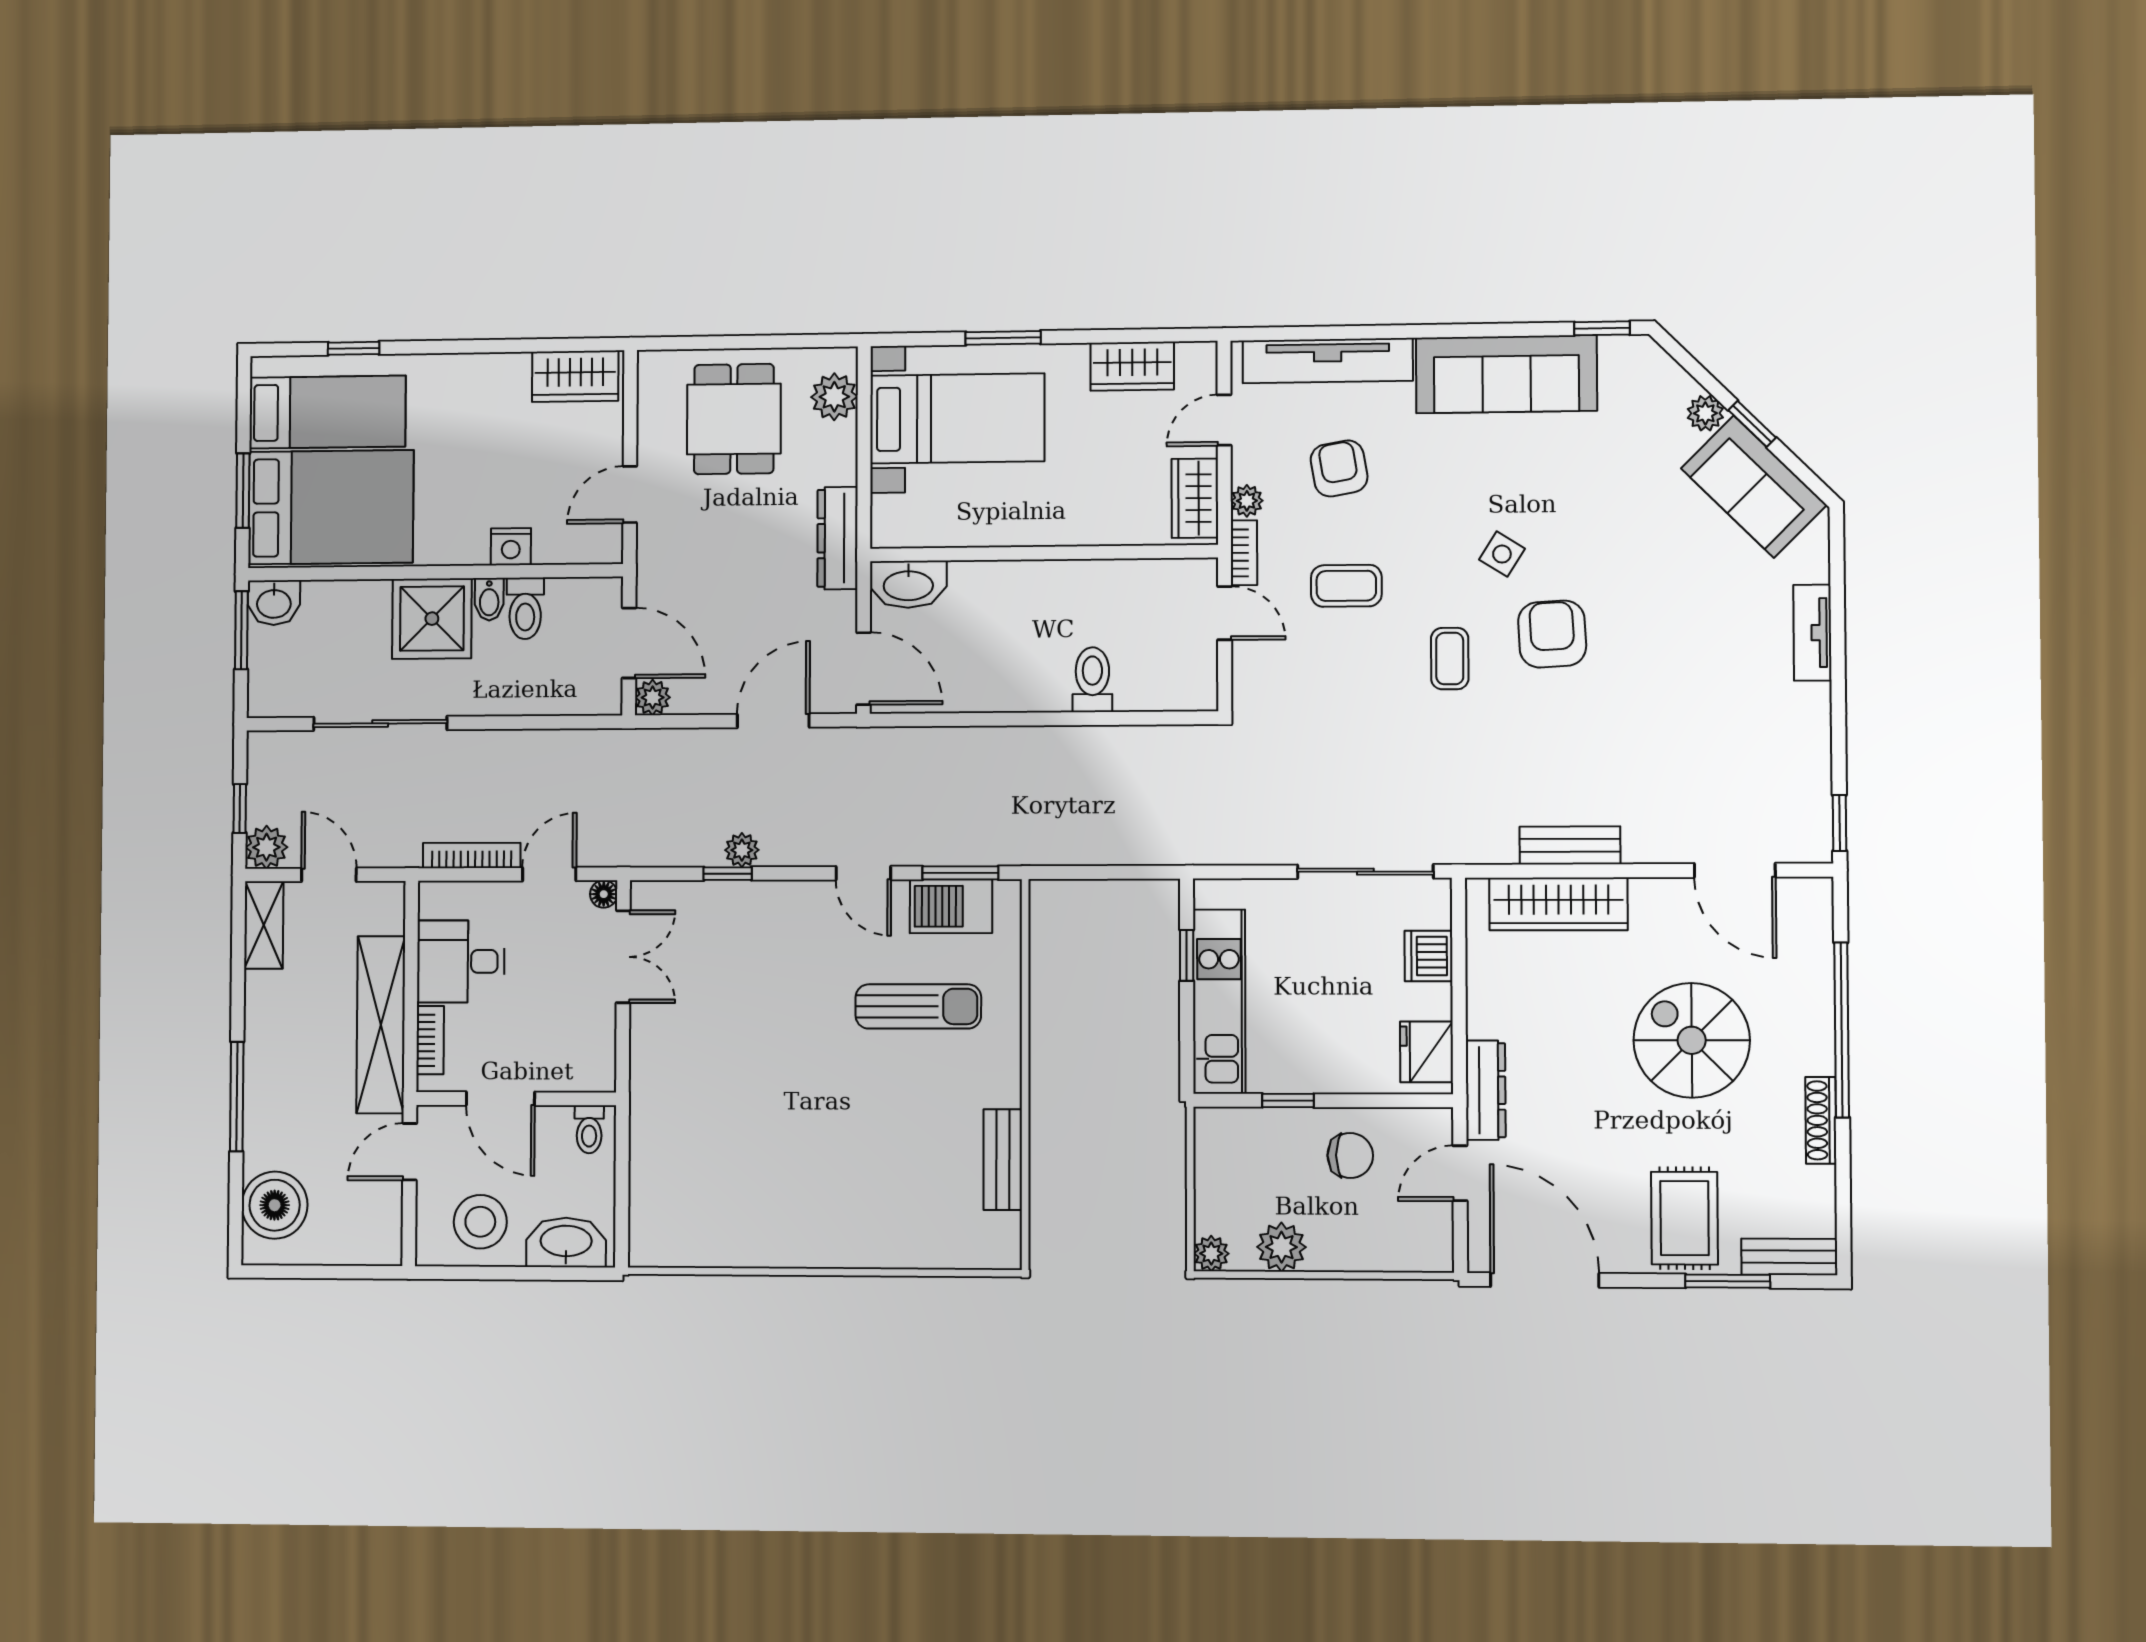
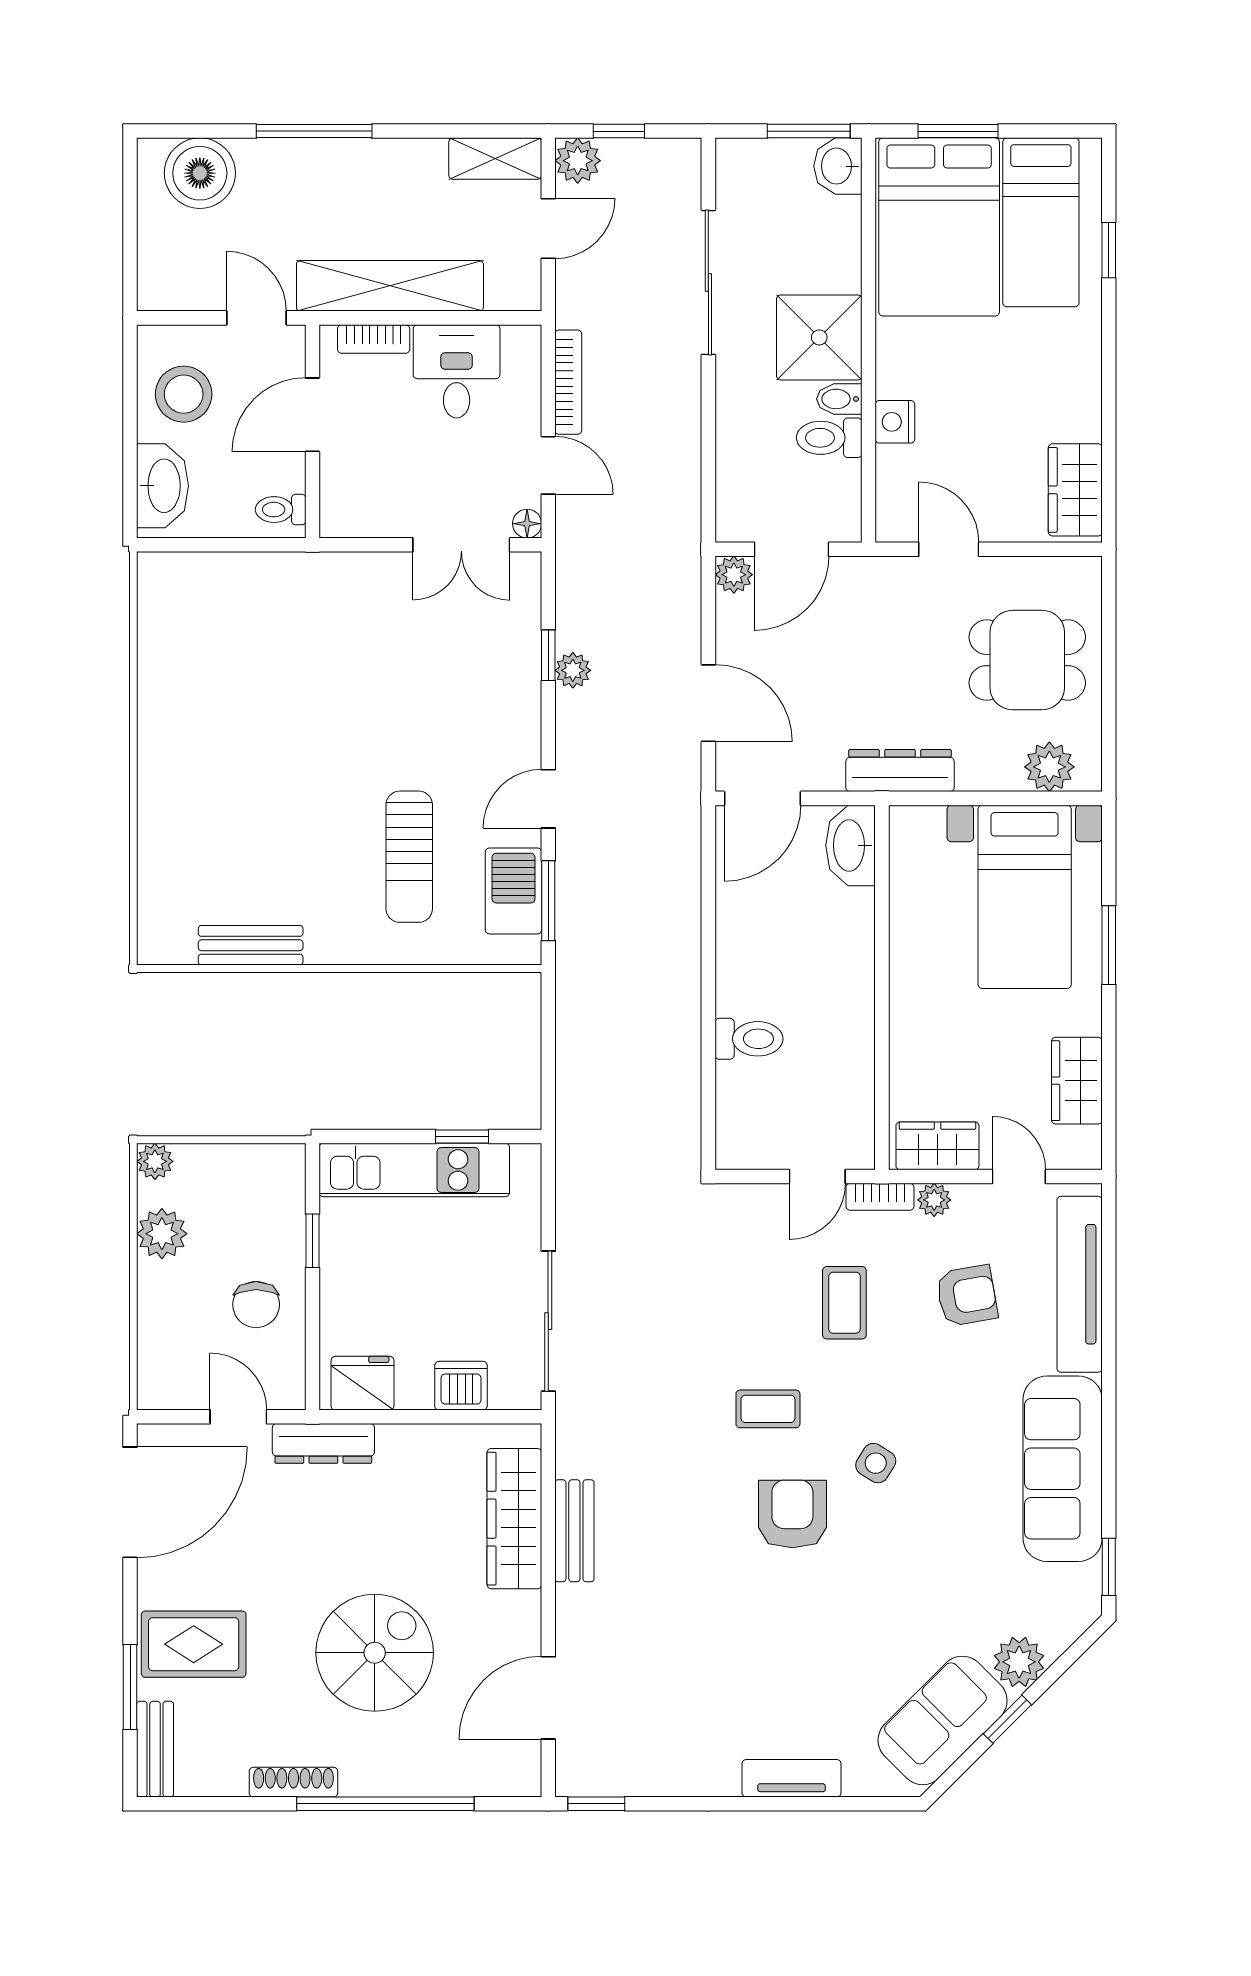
plant: (1705, 413) -> (1019, 1662), width x1.38, depth x1.38
armchair: (1552, 634) -> (792, 1514), turned -87

